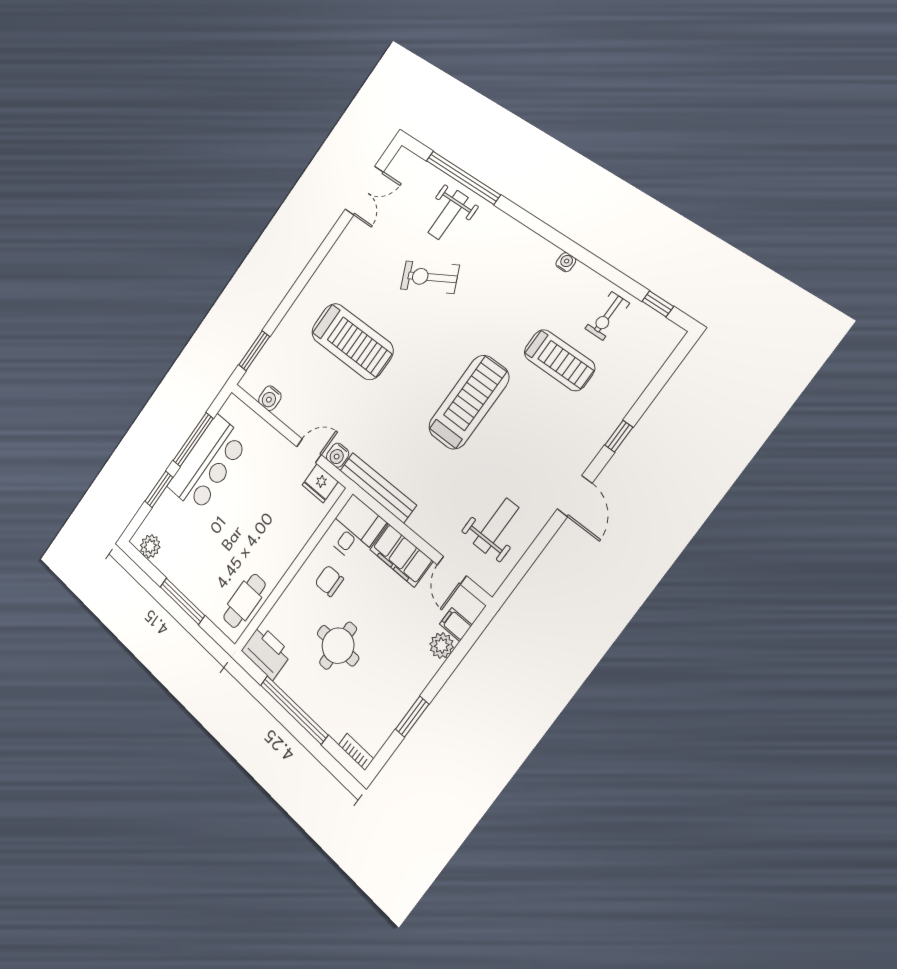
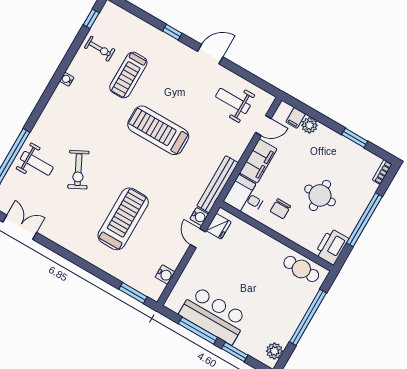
treadmill: (559, 360) -> (128, 75), turned 180
window: (182, 601) -> (308, 317), width x1.46

